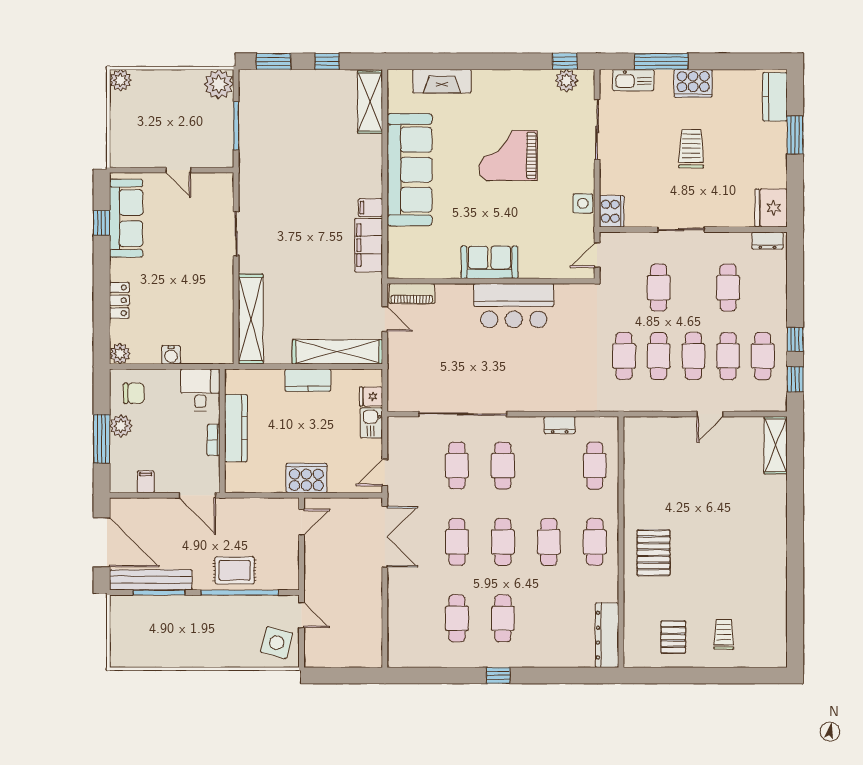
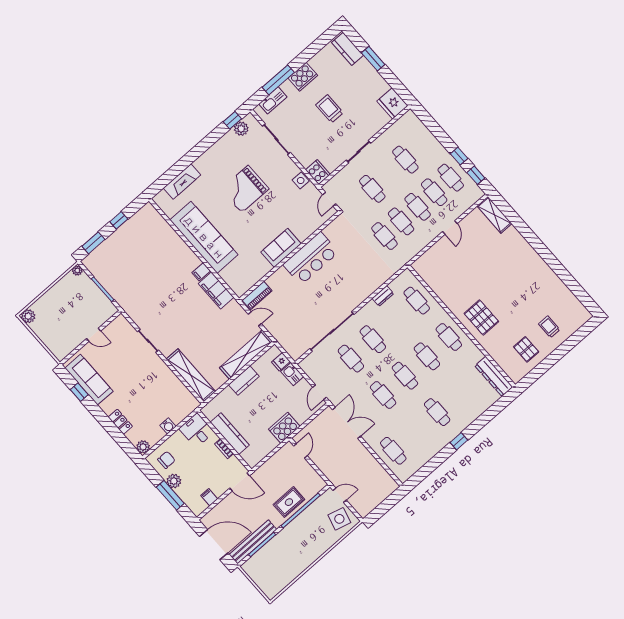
plant: (219, 84) -> (77, 270), width x0.53, depth x0.53
shelving: (370, 102) -> (157, 222), removed
dresser: (767, 241) -> (404, 121), removed
cafe table: (457, 618) -> (393, 451), moved

